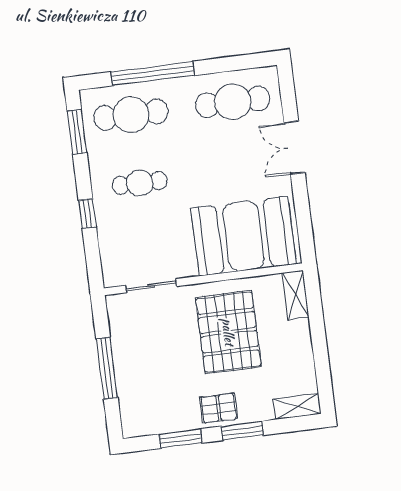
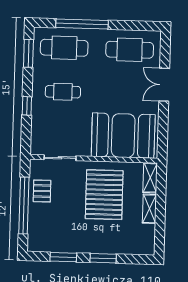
window: (107, 368) -> (24, 205), width x1.46
shelving: (297, 406) -> (149, 209), moved, turned 90
pallet: (219, 408) -> (42, 191), moved, turned 90

